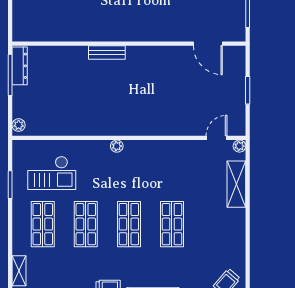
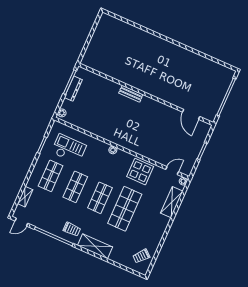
dresser: (20, 66) -> (73, 89), moved
display table: (170, 160) -> (140, 172), added
checkout: (52, 173) -> (69, 149), turned 180
shop shelf: (172, 224) -> (125, 209), width x1.43, depth x1.36

